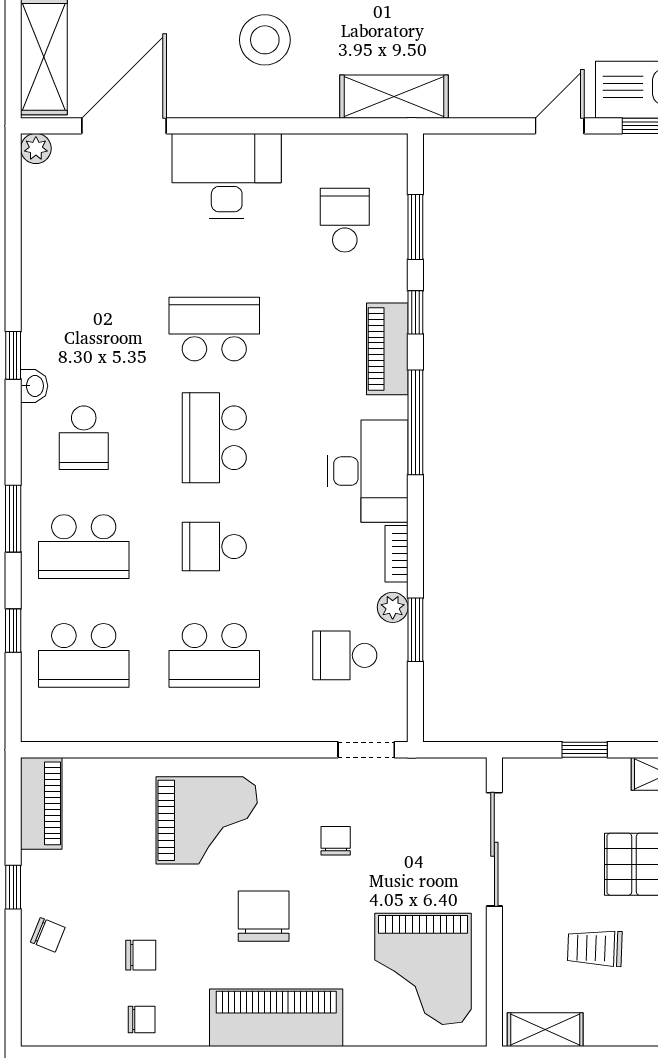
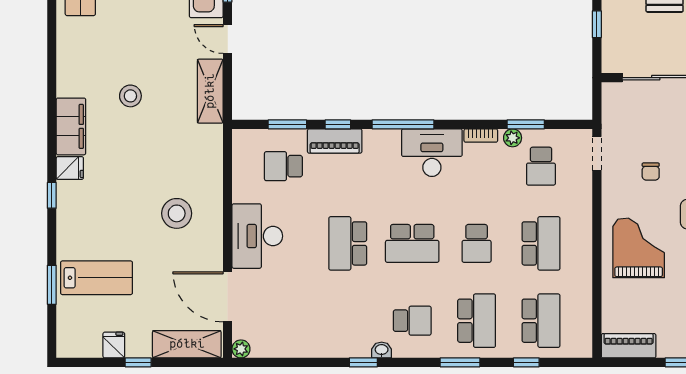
shelving: (394, 97) -> (210, 91), moved
piano: (387, 349) -> (335, 141), moved
chair: (336, 841) -> (651, 172), turned -90

